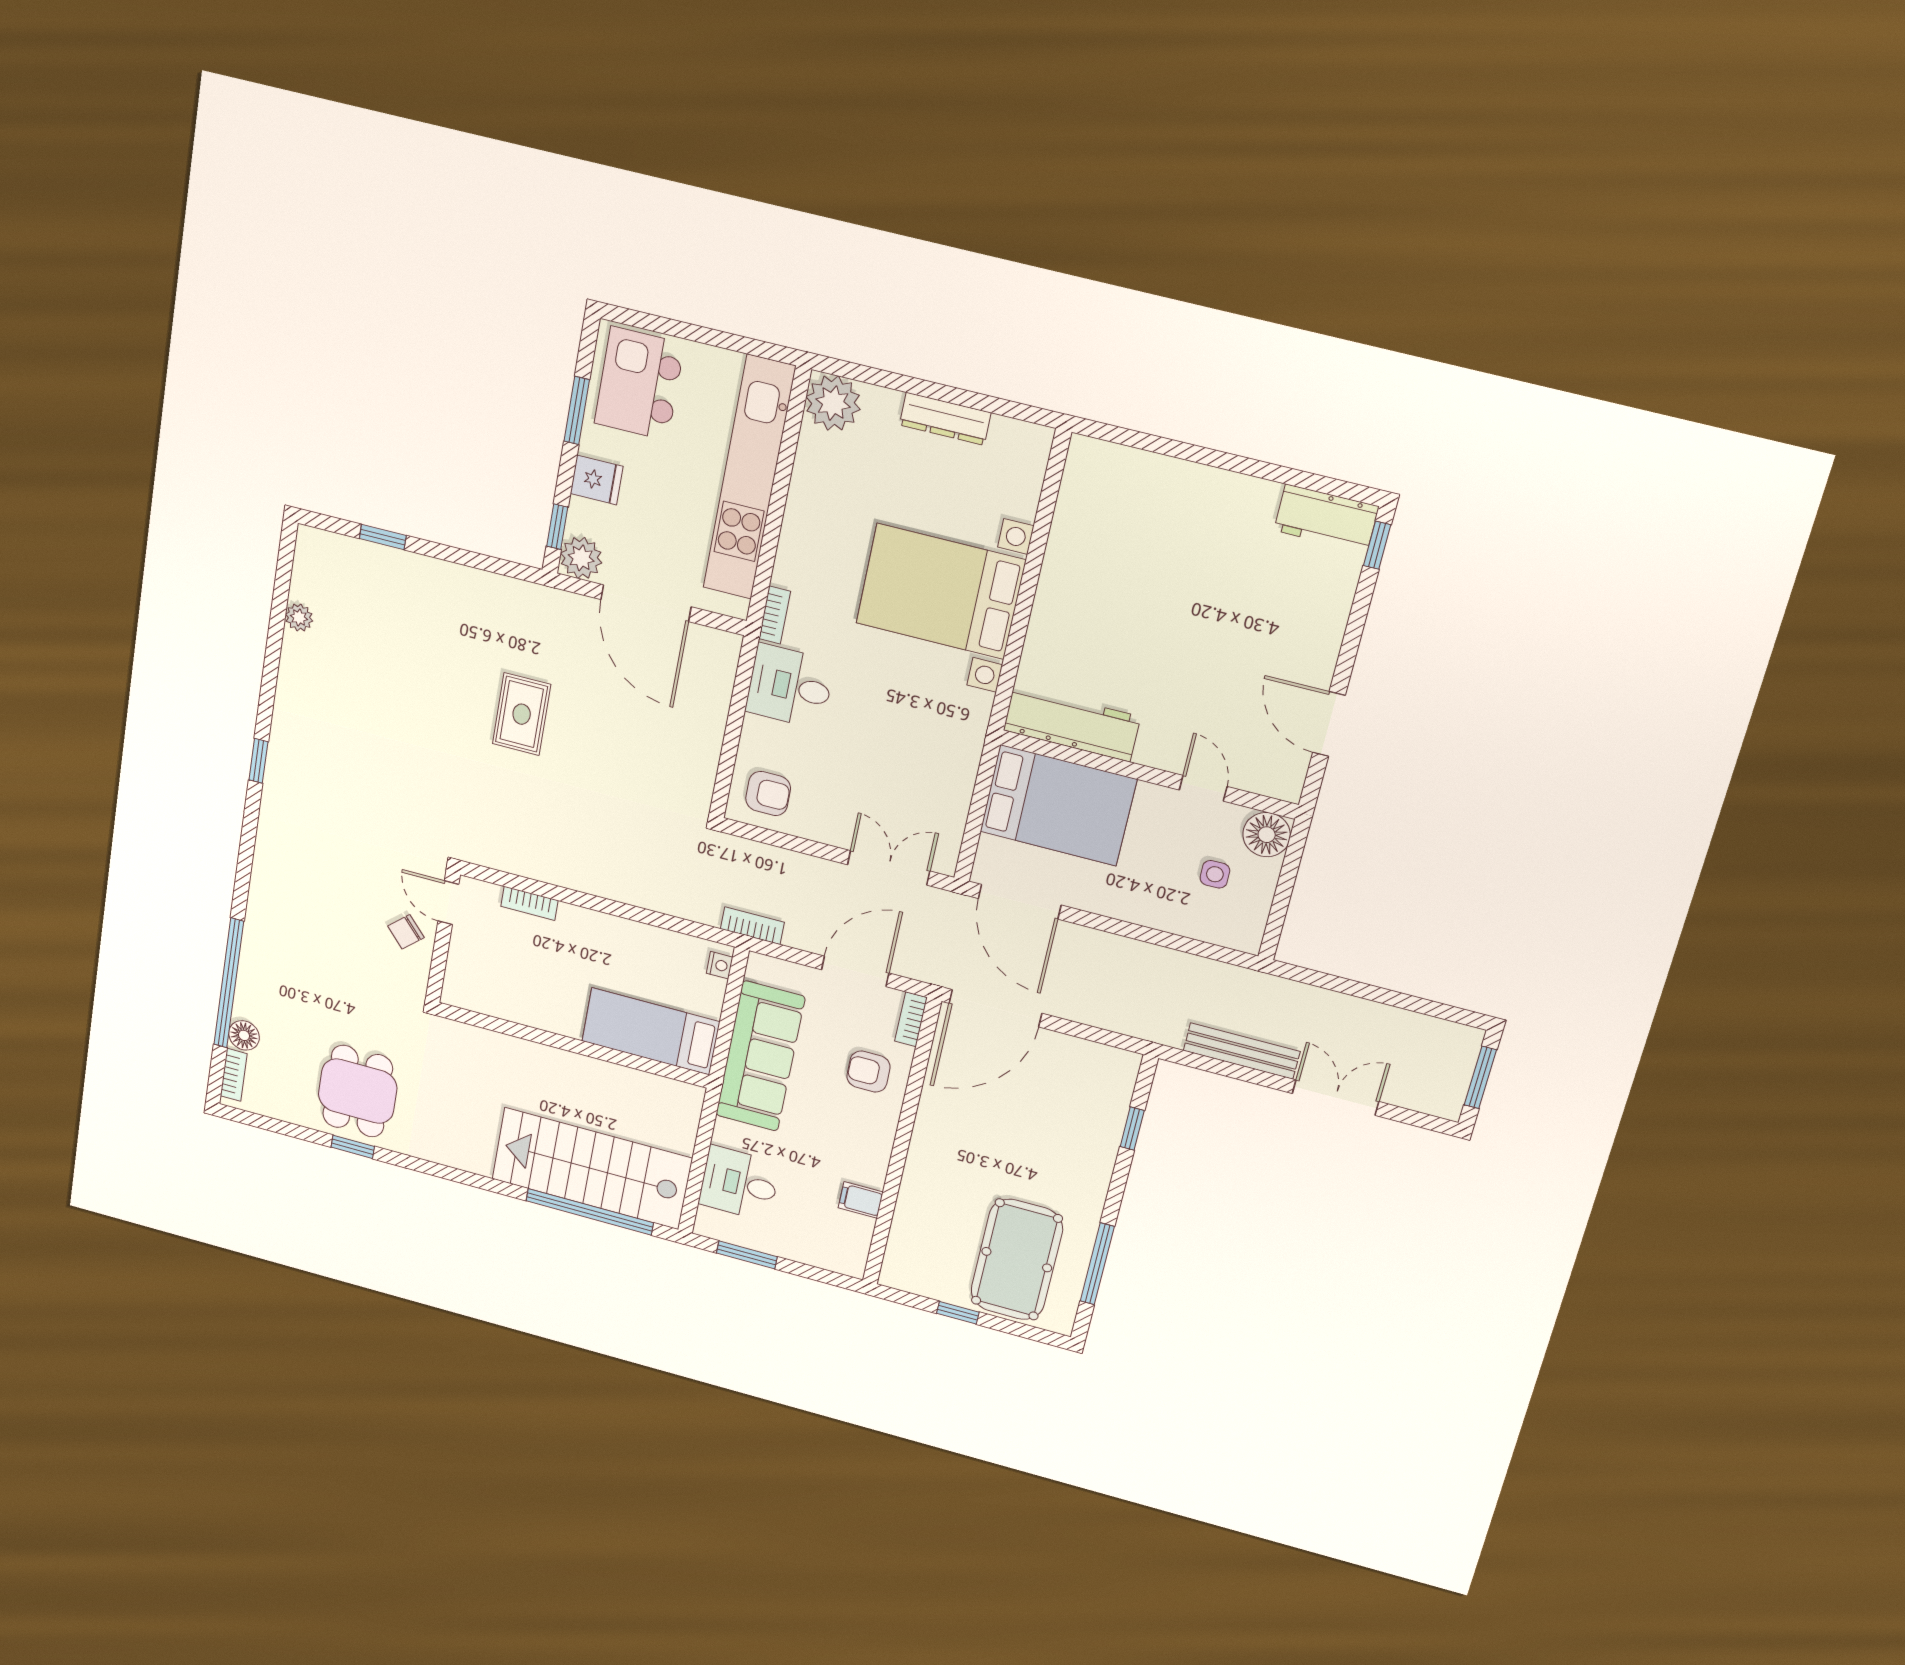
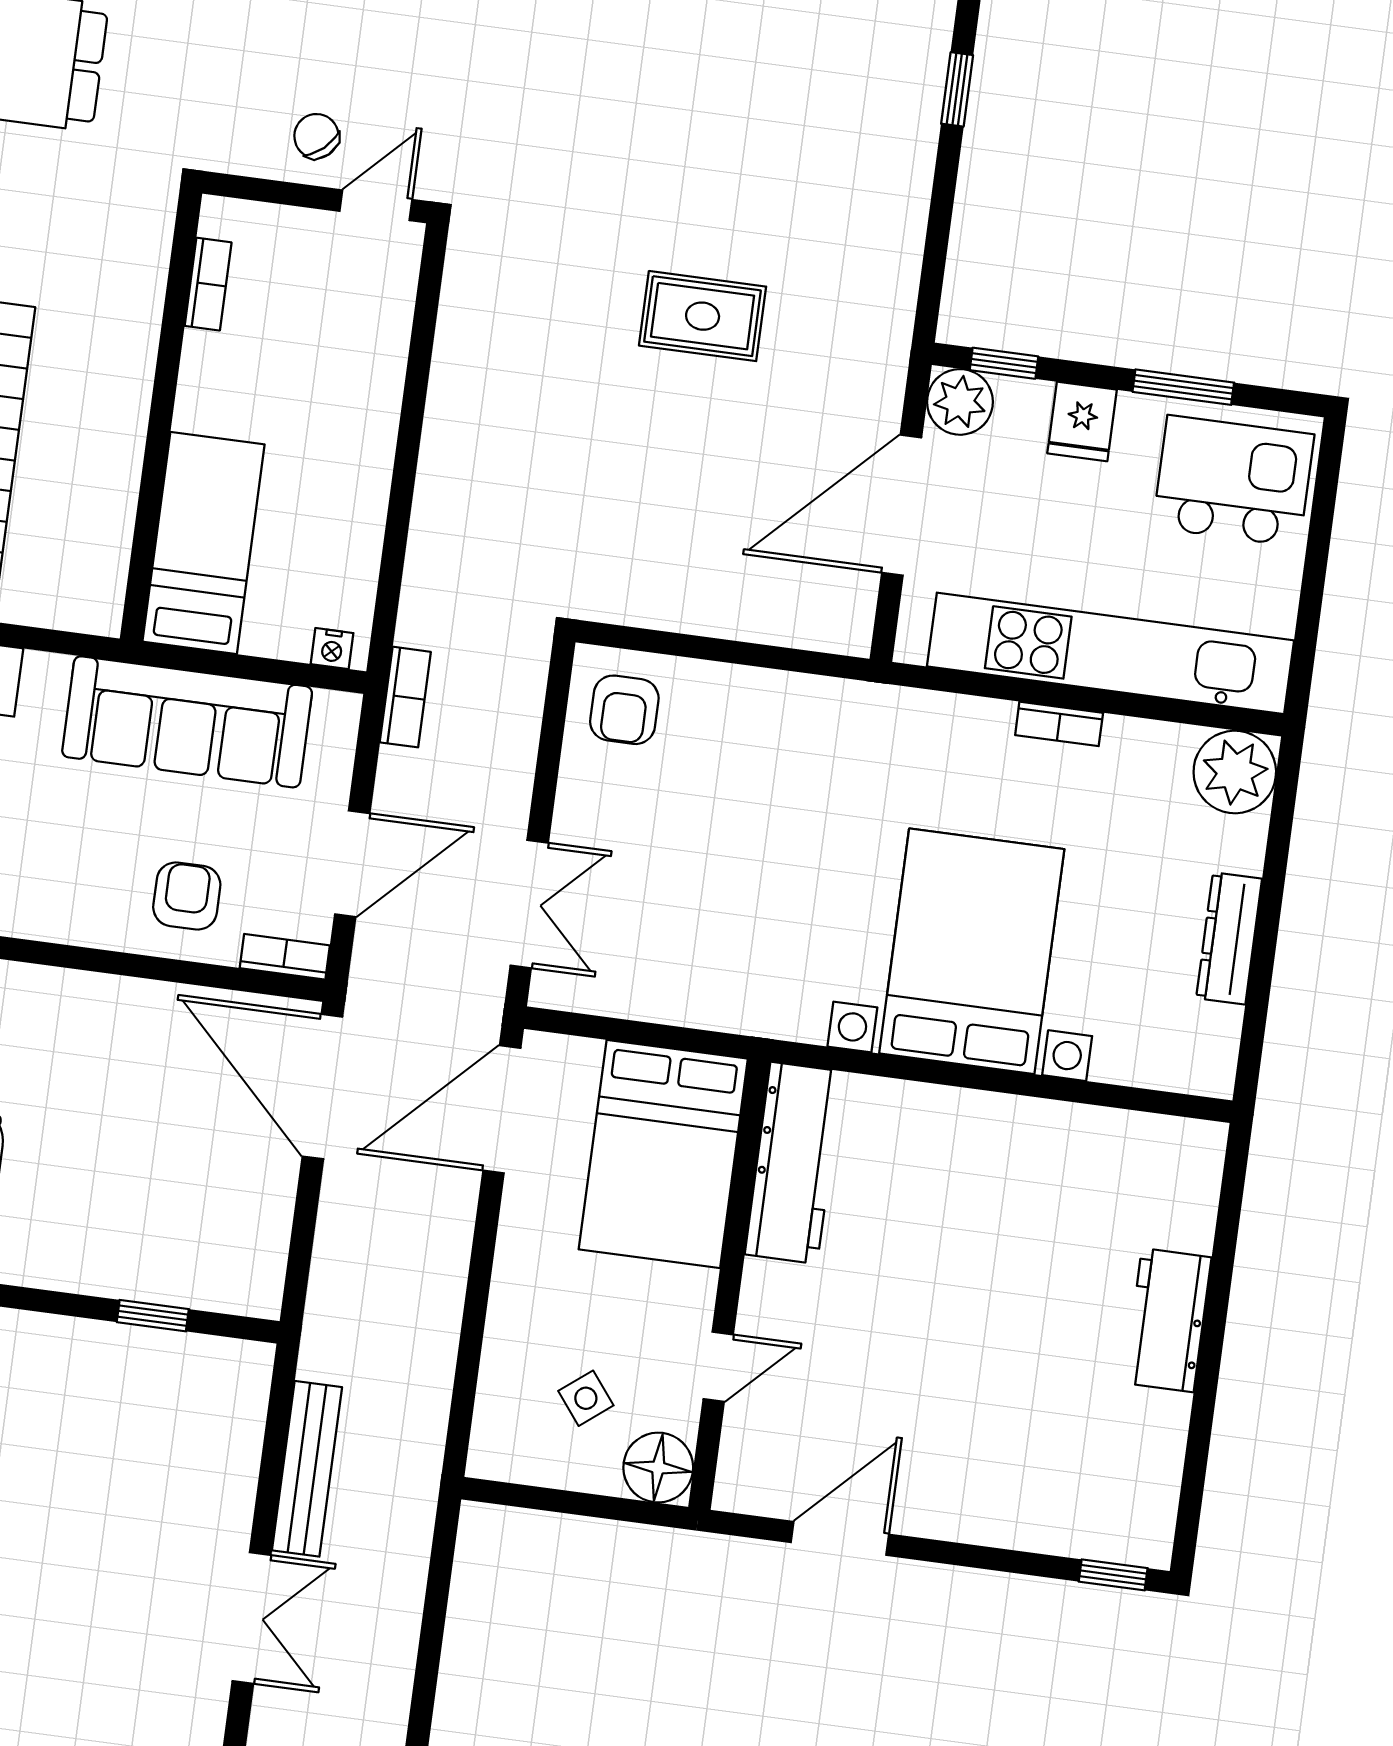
workbench: (1326, 518) -> (1168, 1320), moved
bookcase: (775, 615) -> (1059, 724), moved
desk: (790, 686) -> (799, 733), removed
side table: (1215, 874) -> (586, 1398), turned -37
bookcase: (529, 903) -> (208, 284), moved, turned 180
door: (855, 971) -> (352, 864), hinge flipped

